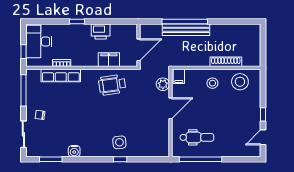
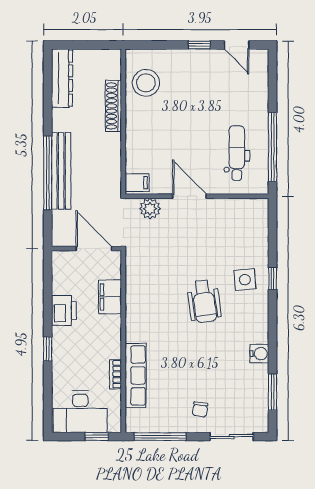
dresser: (243, 30) -> (62, 78), added
stool: (212, 83) -> (148, 128), removed
wheelchair: (112, 85) -> (204, 301), moved

